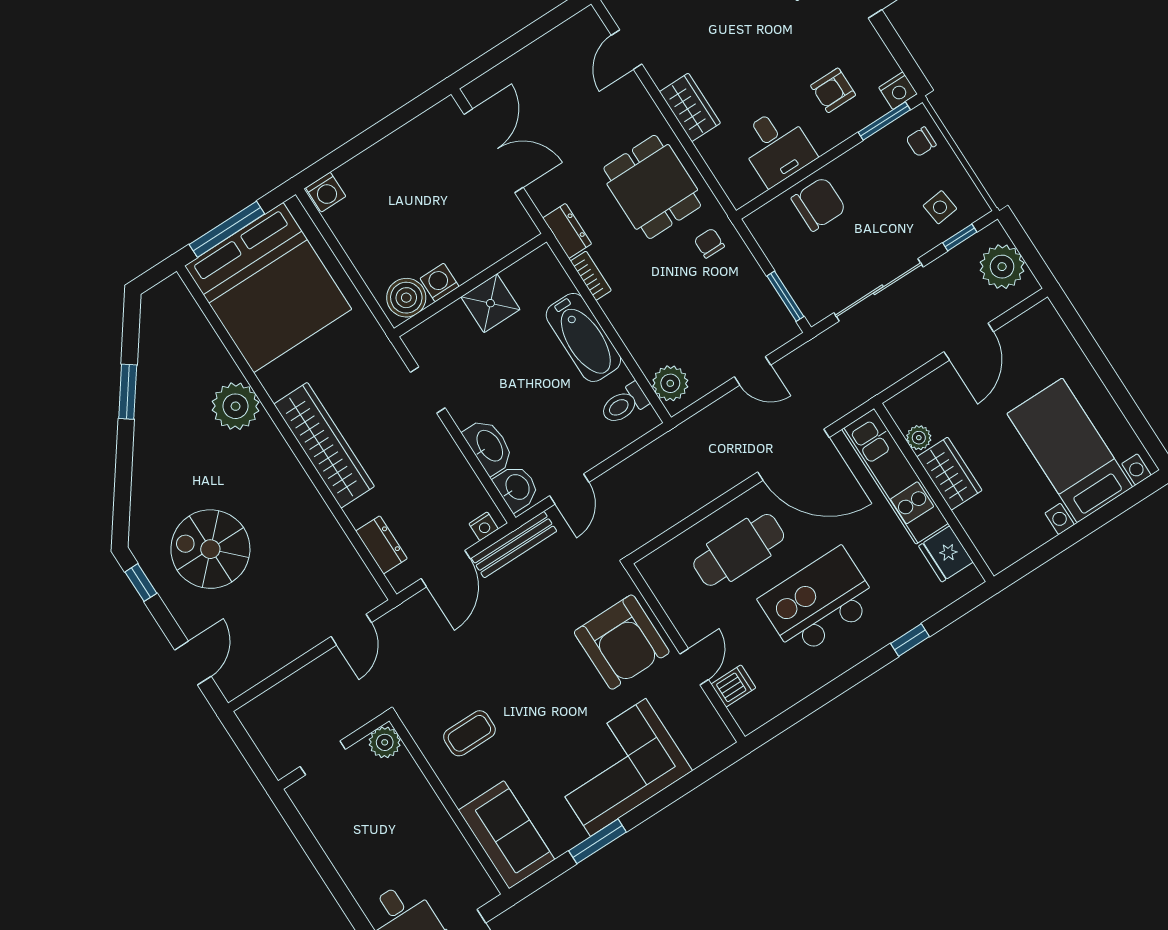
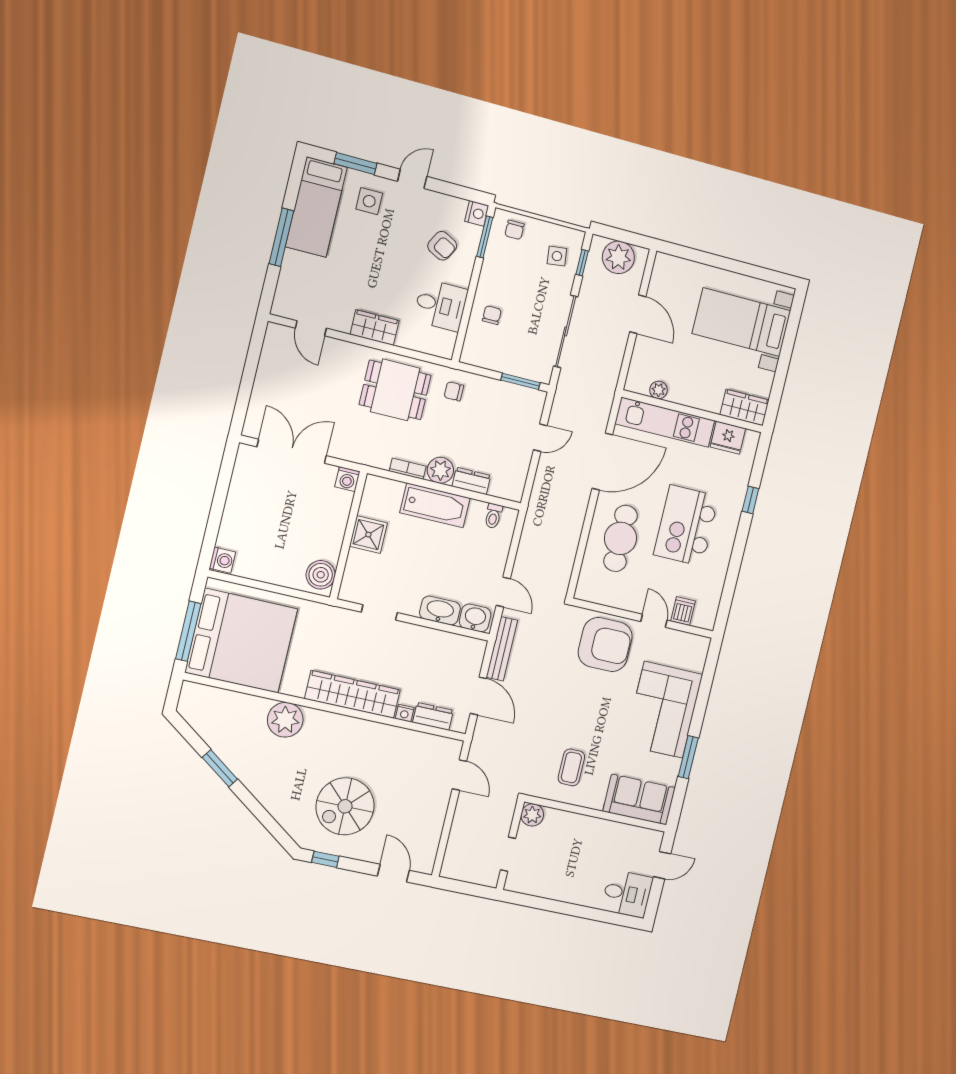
armchair: (833, 90) -> (442, 246), turned -62
chair: (819, 204) -> (492, 315), width x0.54, depth x0.54
dresser: (567, 231) -> (471, 481), moved
washing machine: (440, 282) -> (347, 479), moved, turned -90
plant: (670, 383) -> (440, 470), moved
toilet: (624, 404) -> (493, 516), width x0.73, depth x0.72
wardrobe: (949, 474) -> (745, 407), moved
nightstand: (484, 526) -> (405, 713), moved, turned 90

